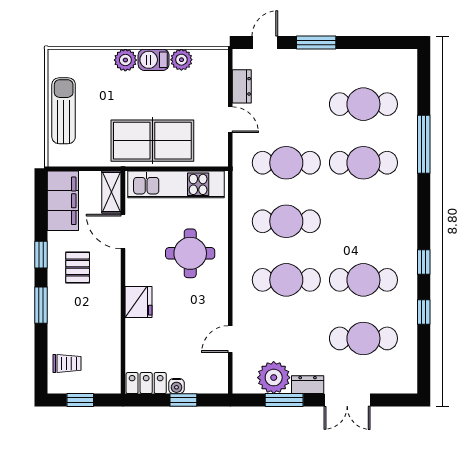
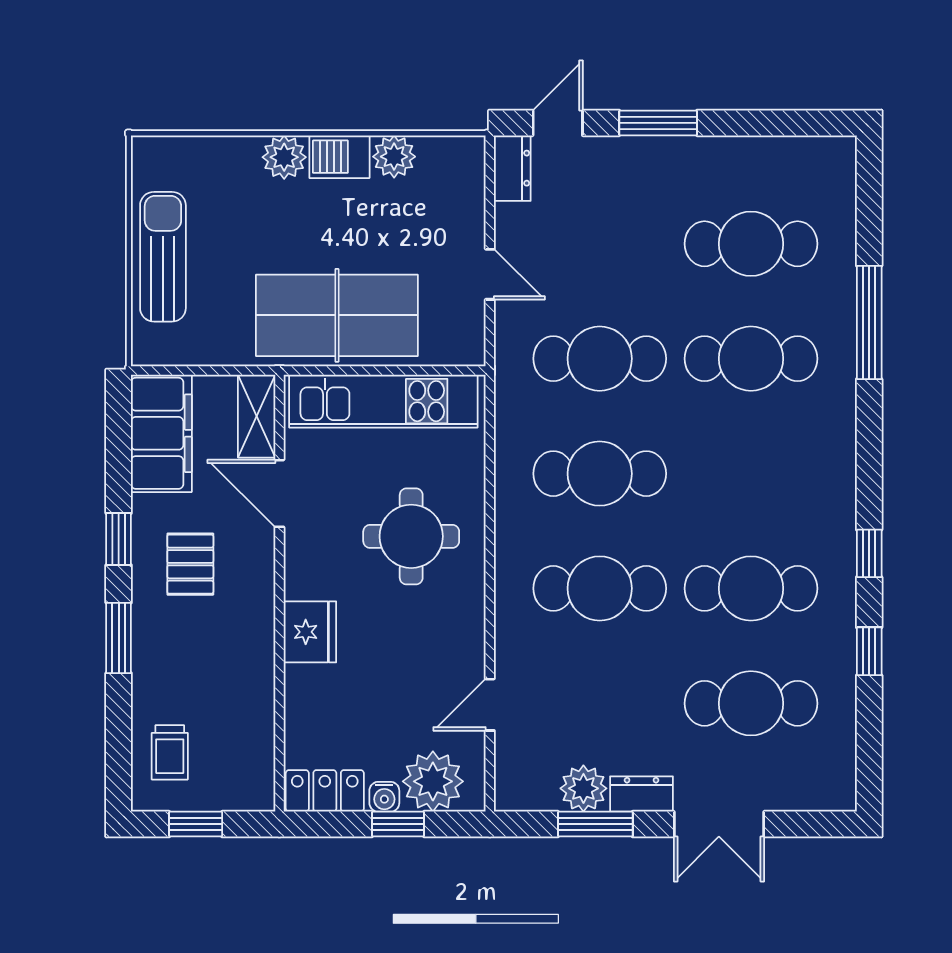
dresser: (242, 86) -> (512, 168), moved
trolley: (67, 363) -> (170, 752), turned 90
plant: (201, 378) -> (433, 781), added
plant: (274, 378) -> (583, 788), width x0.73, depth x0.73

